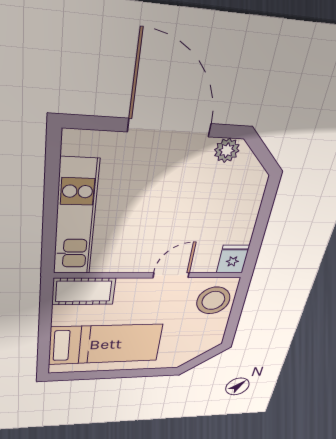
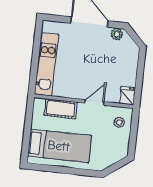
cot: (84, 291) -> (61, 109), moved
stool: (213, 300) -> (119, 122), width x0.53, depth x0.53

